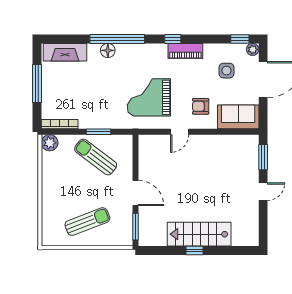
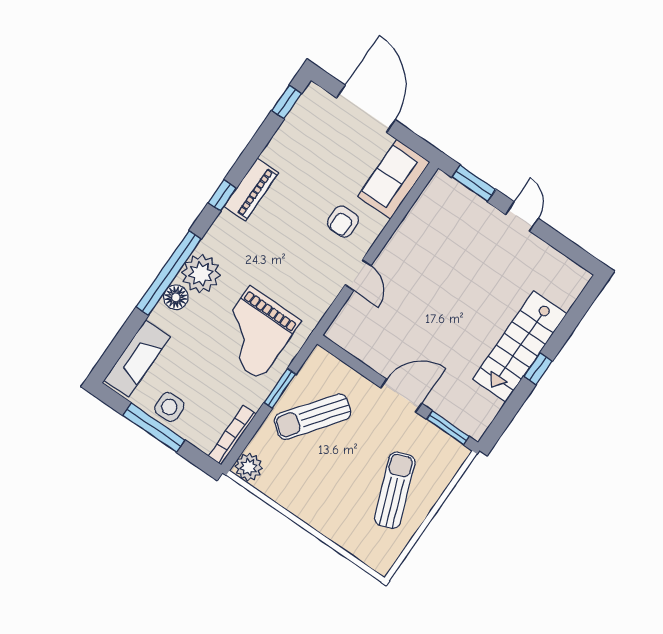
plant: (253, 49) -> (201, 274), moved, width x1.88, depth x1.88
side table: (226, 71) -> (169, 407), moved
grand piano: (149, 97) -> (255, 333), moved

